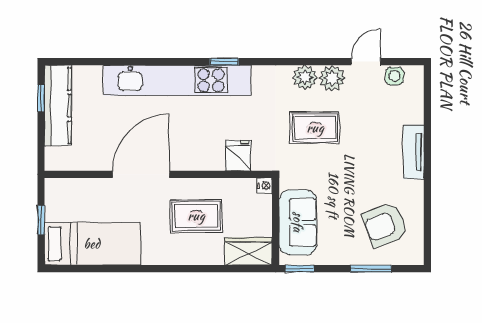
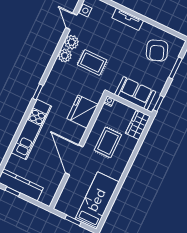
kitchen unit: (177, 80) -> (31, 129), width x0.73
rug: (315, 128) -> (92, 62), turned 90
fridge: (238, 156) -> (83, 112), width x1.88, depth x1.34

